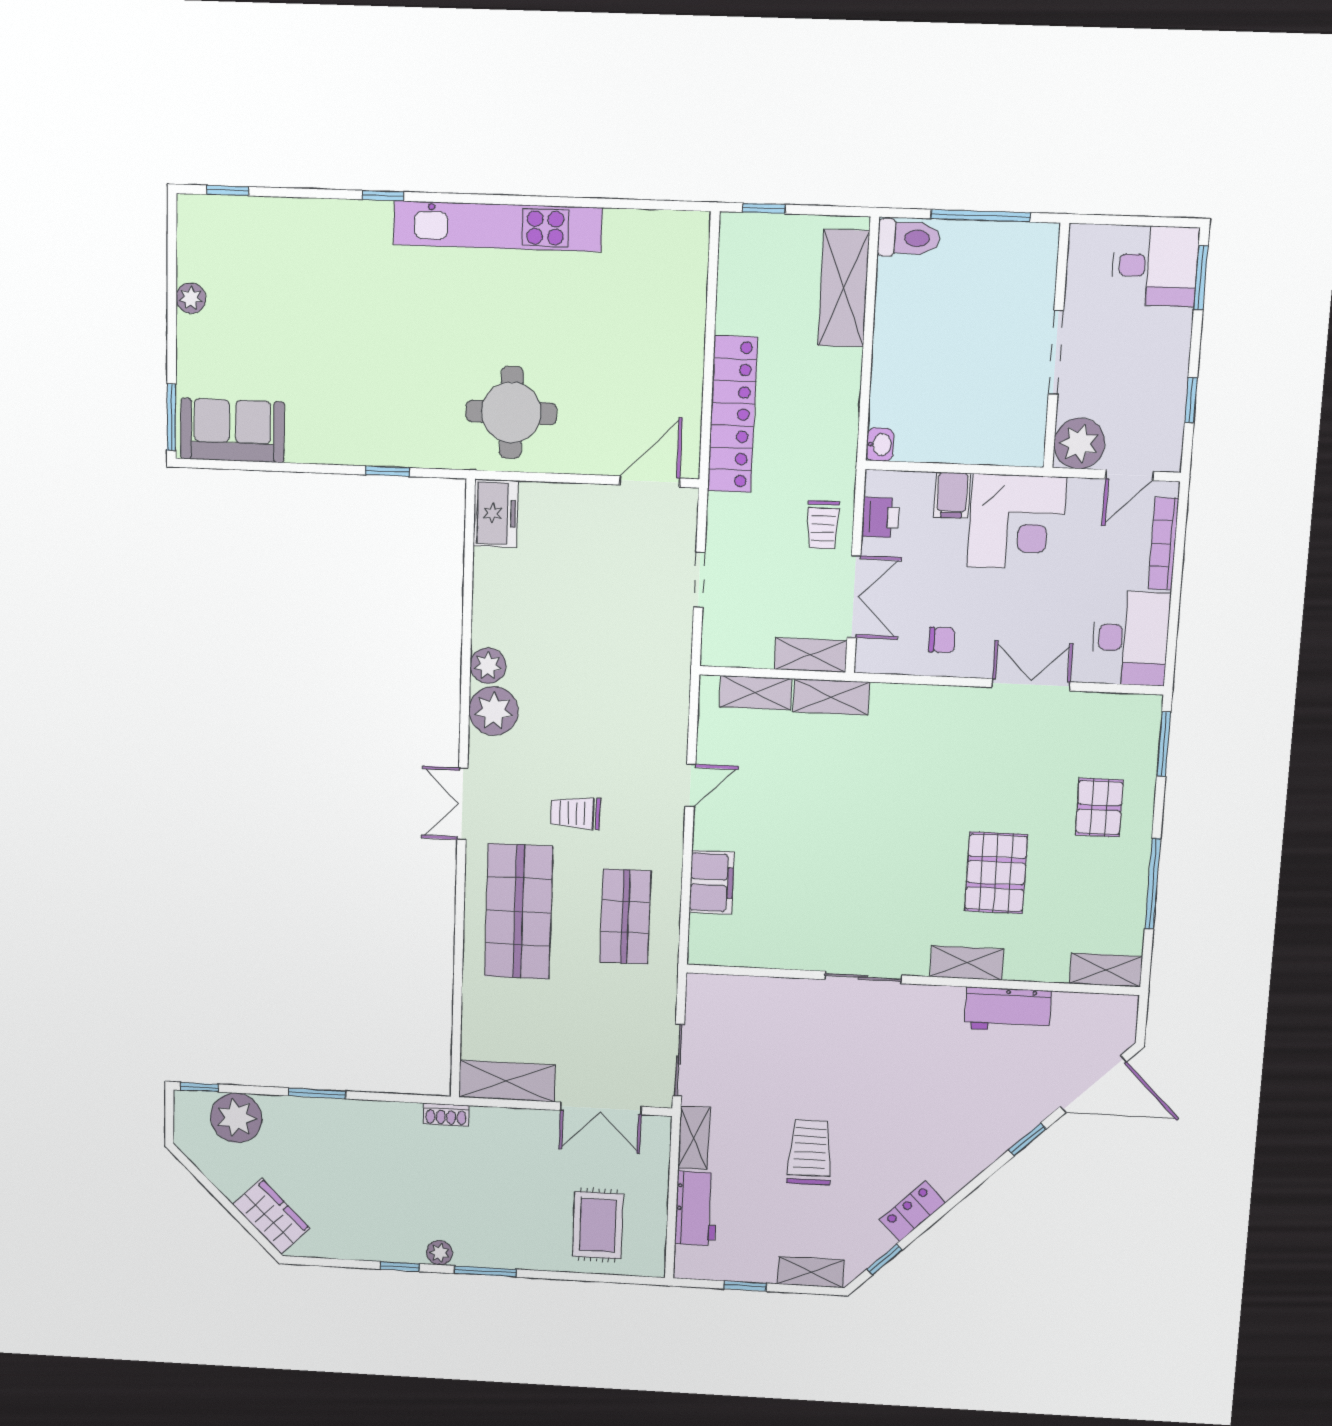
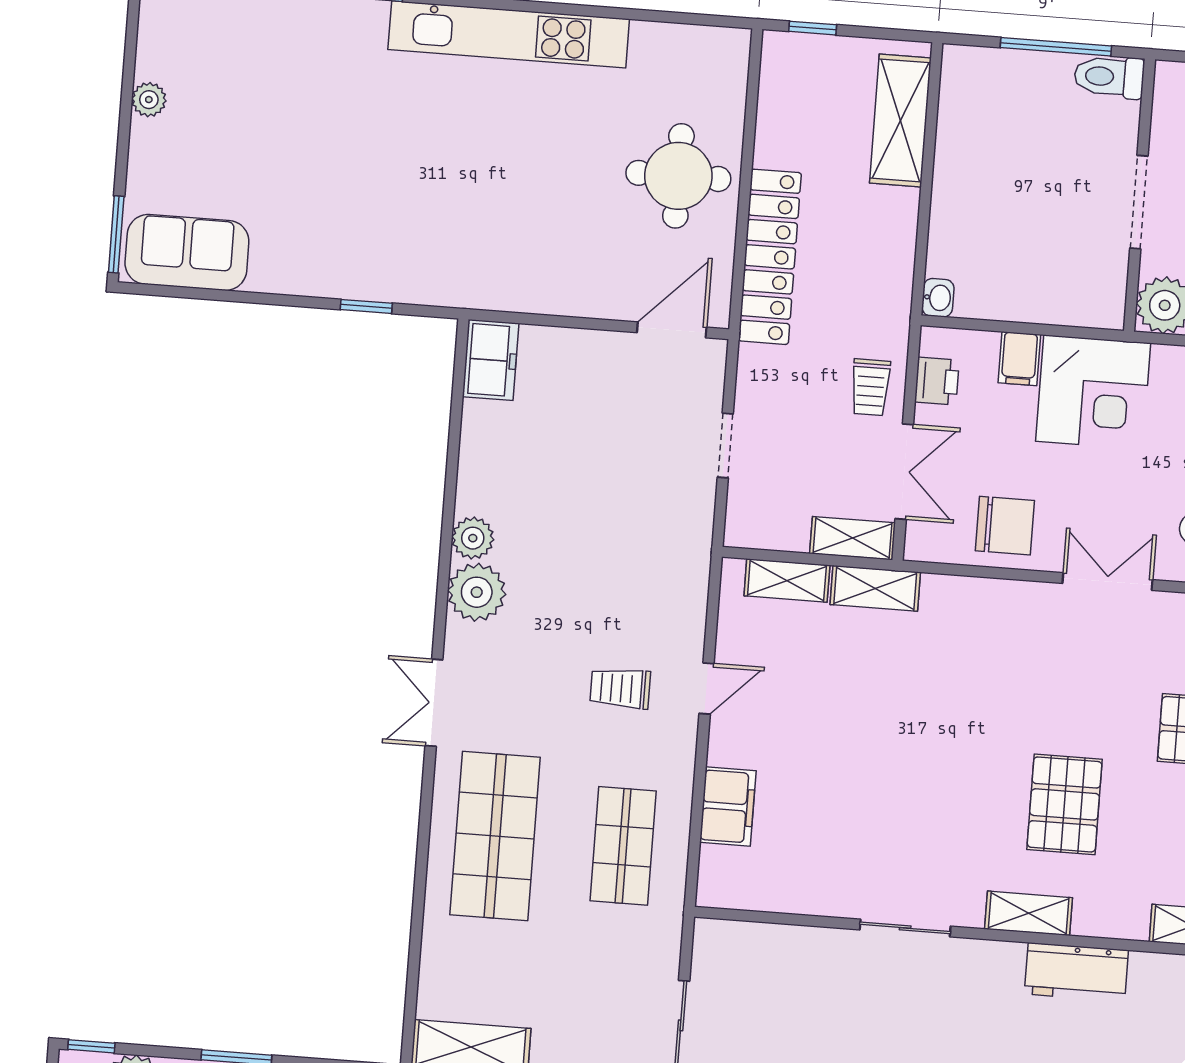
toilet: (909, 238) -> (1109, 77), moved, turned 180
round table: (511, 412) -> (678, 176), moved
chair: (942, 640) -> (1005, 526), width x1.87, depth x1.87
trolley: (575, 813) -> (620, 688), moved

